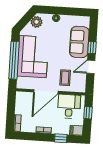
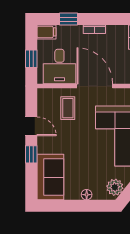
sofa: (79, 42) -> (50, 177), moved
door: (91, 67) -> (31, 126), hinge flipped
door: (46, 92) -> (95, 86), hinge flipped

